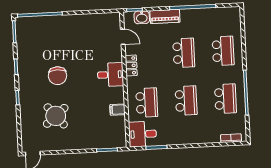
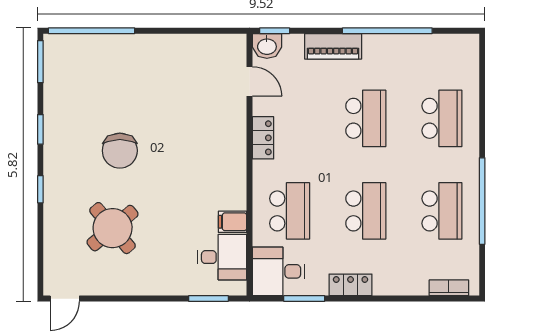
washbasin: (142, 17) -> (267, 46), moved
desk: (110, 75) -> (222, 257), moved
locker: (180, 139) -> (351, 285), added

